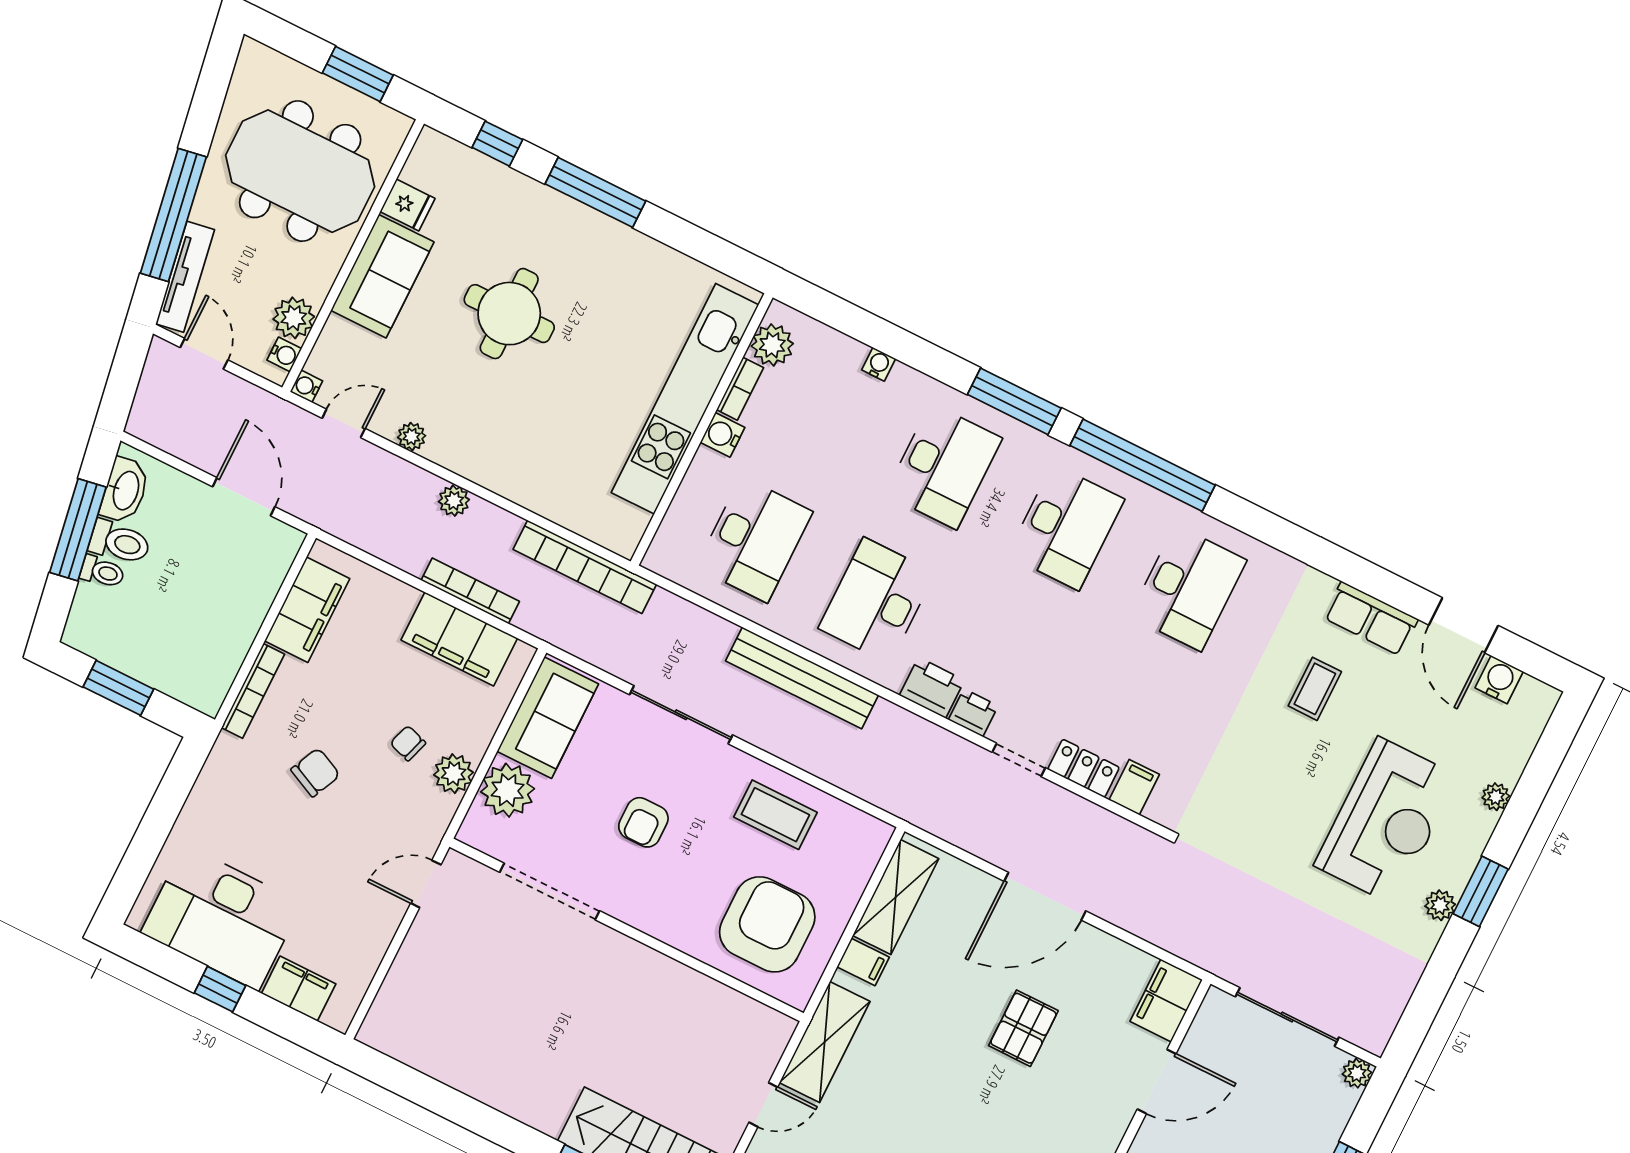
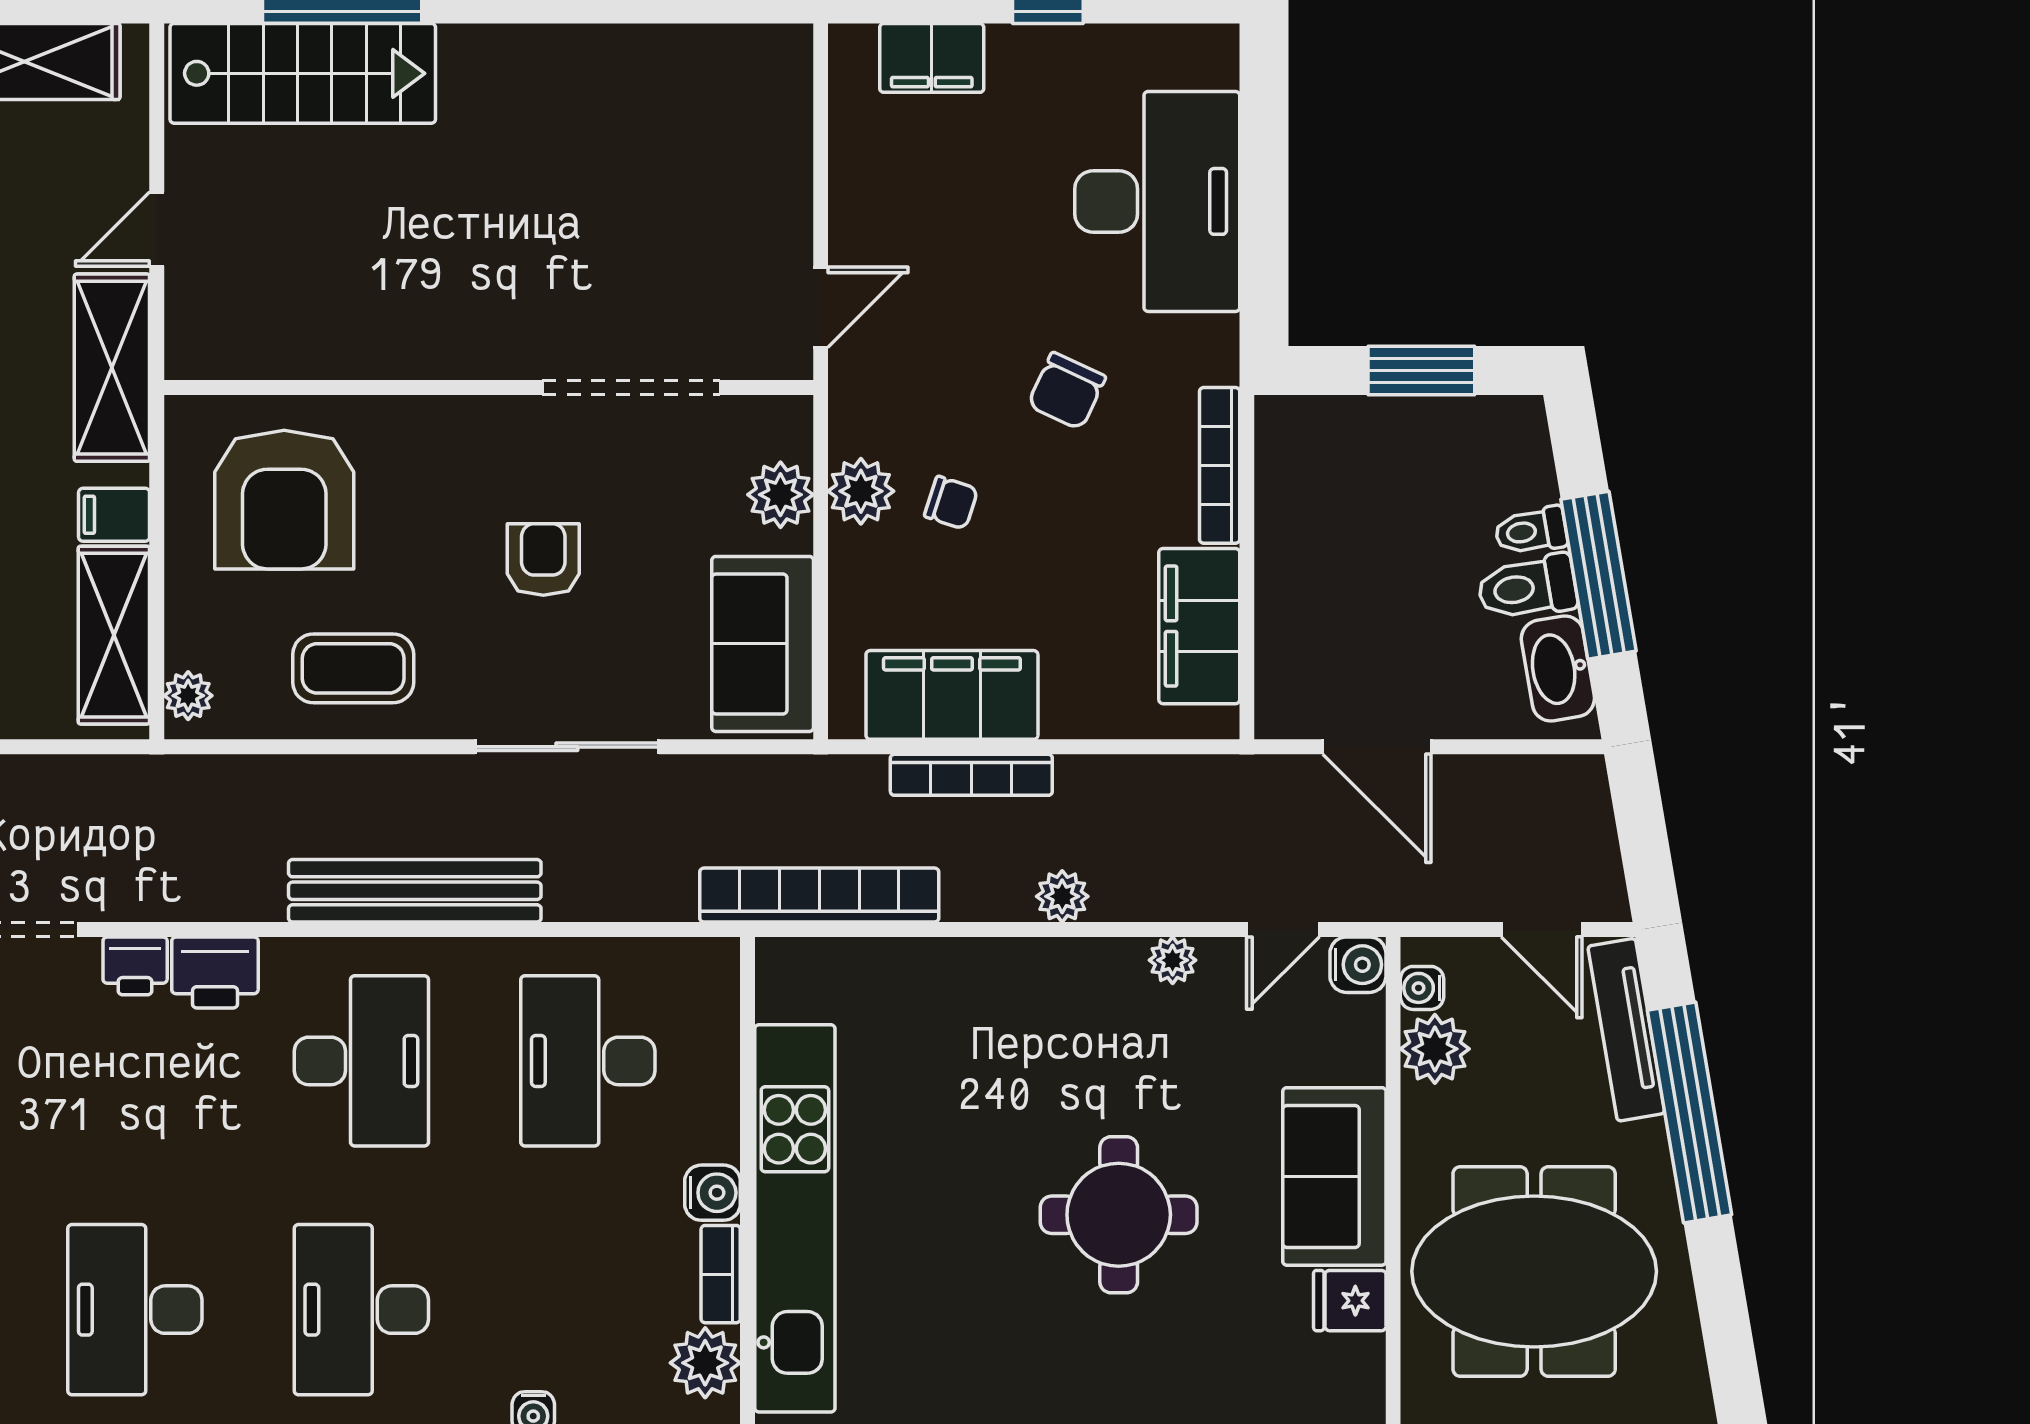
water cooler: (306, 386) -> (1358, 965), width x1.38, depth x1.38
plant: (508, 790) -> (780, 495), width x0.73, depth x0.73
plant: (872, 844) -> (188, 696), added
desk: (221, 918) -> (1157, 201), moved, turned 90

